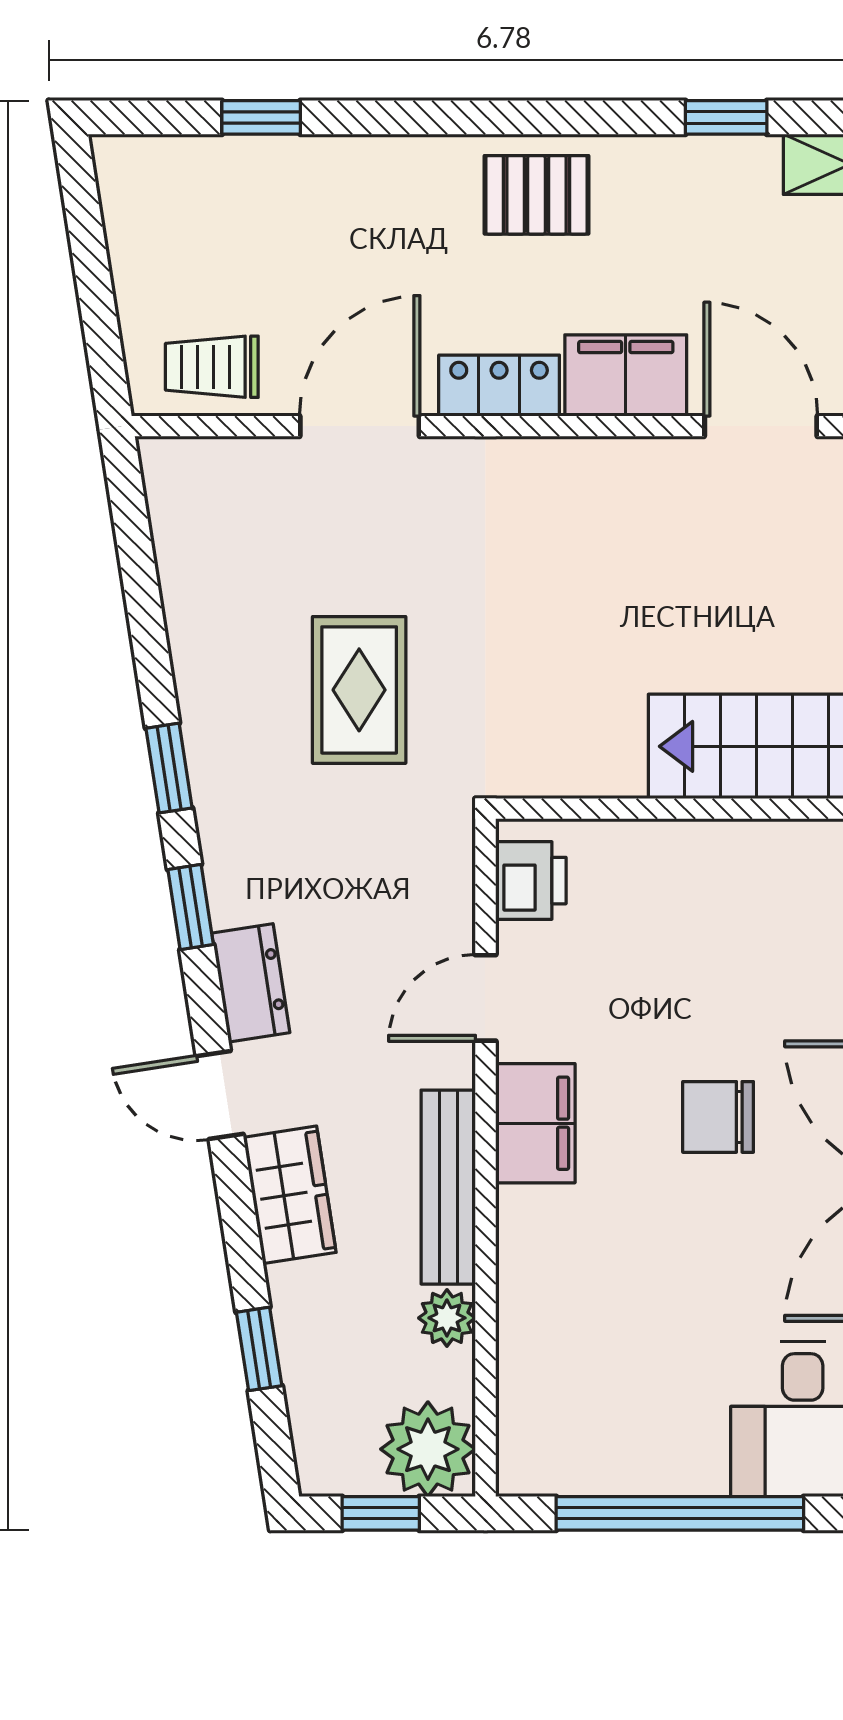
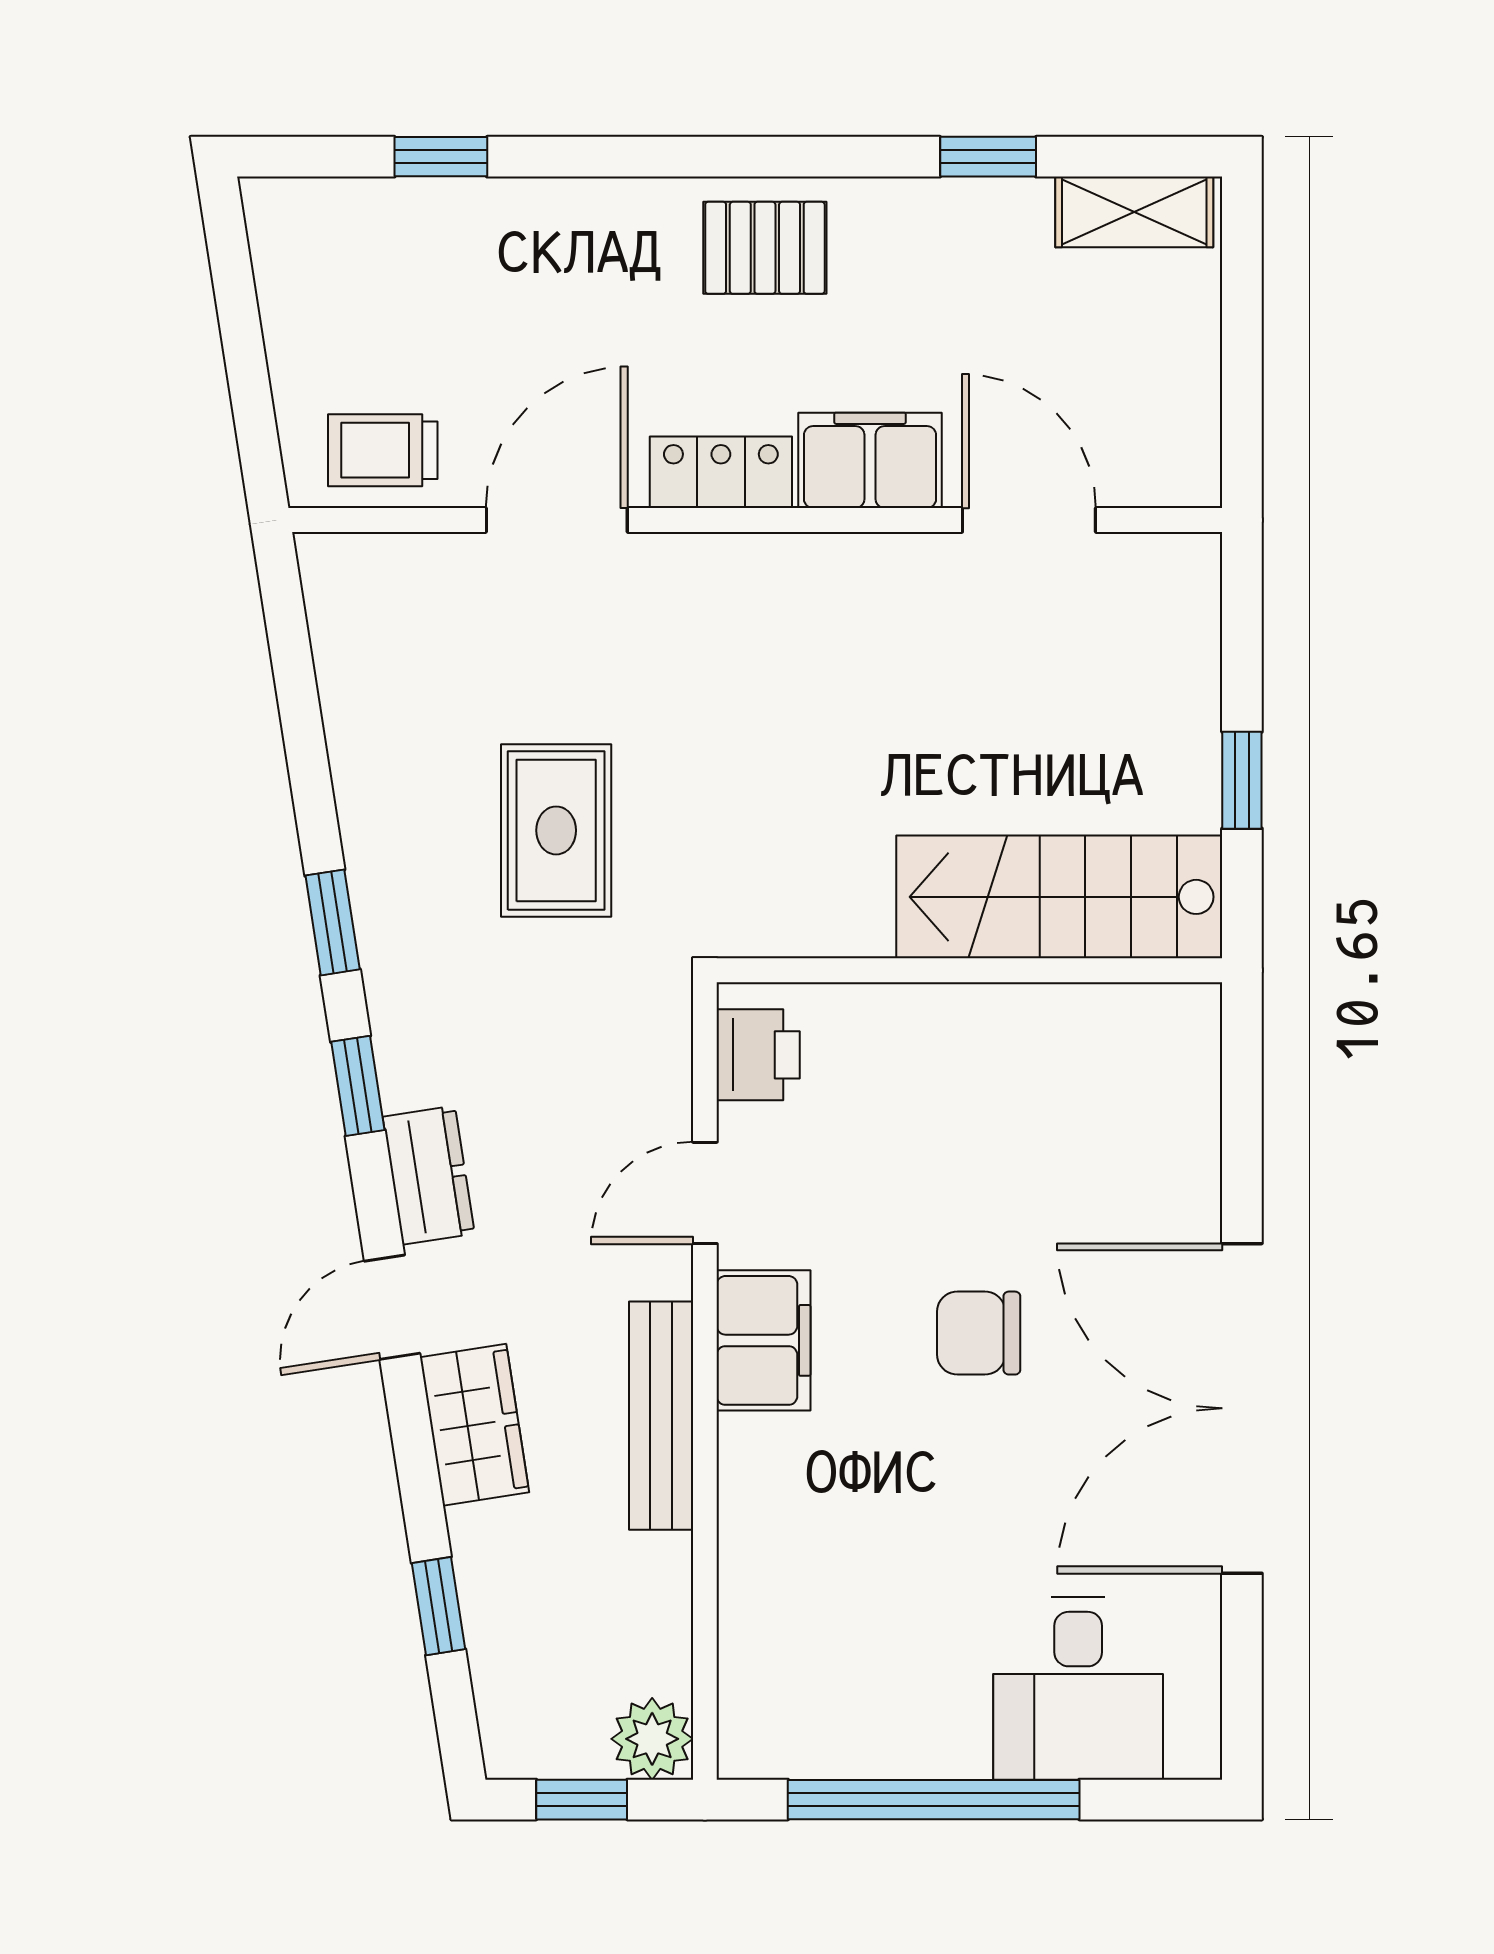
door: (220, 1095) -> (392, 1307), hinge flipped
plant: (447, 1318) -> (660, 1570), removed
plant: (428, 1449) -> (652, 1739), width x0.73, depth x0.73

